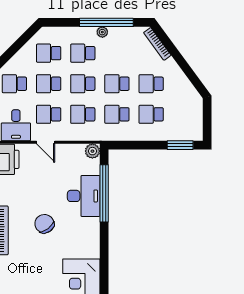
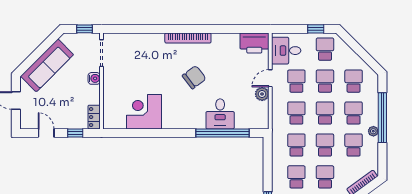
window: (106, 22) -> (382, 118), moved
school desk: (117, 53) -> (354, 145), added
plant: (92, 151) -> (262, 94), moved
desk: (84, 196) -> (220, 114), width x0.73

